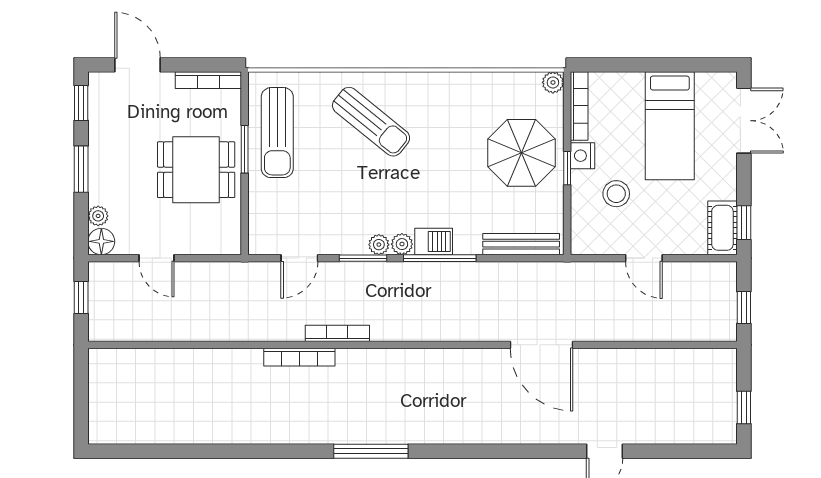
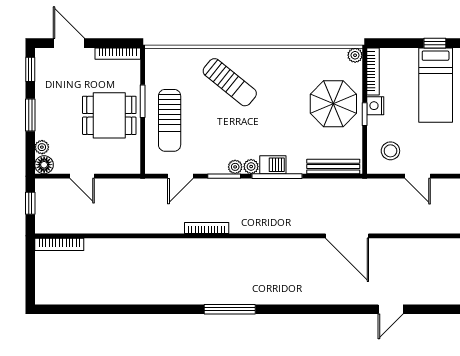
window: (669, 65) -> (435, 43), added
sun lounger: (277, 133) -> (170, 120), moved
stool: (616, 194) -> (390, 151), moved
bookcase: (299, 357) -> (59, 244), moved

